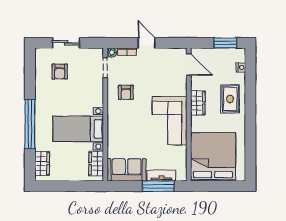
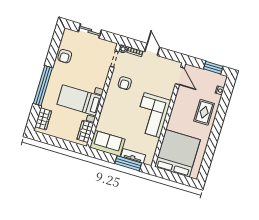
armchair: (60, 72) -> (65, 56), moved
wardrobe: (198, 103) -> (178, 108), removed

